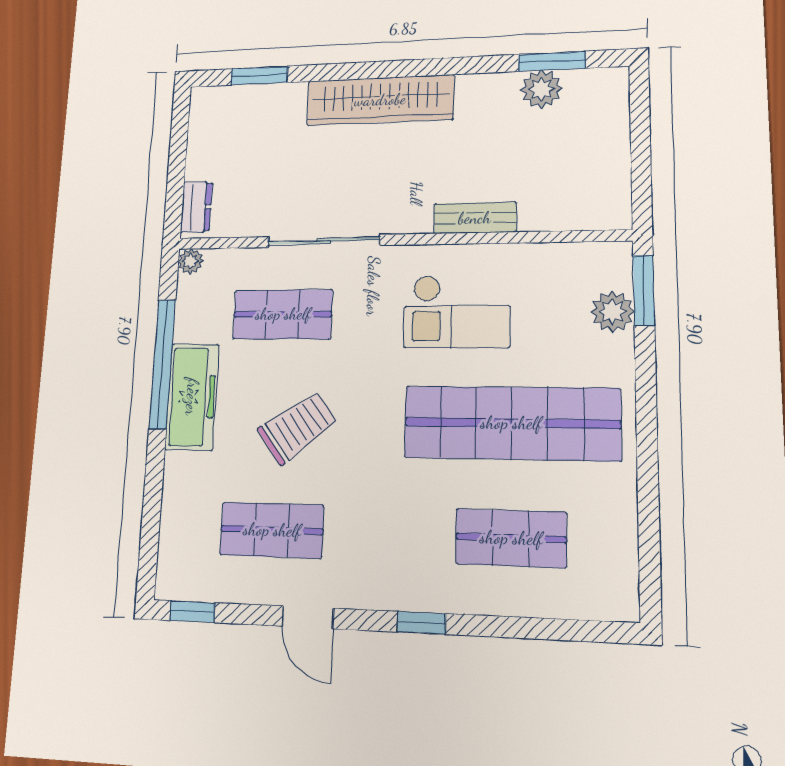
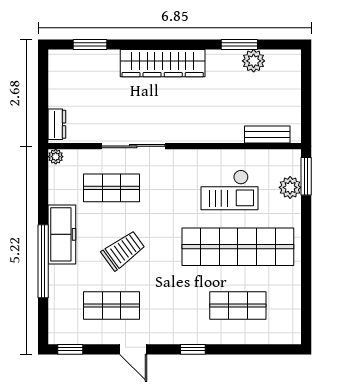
window: (552, 61) -> (239, 44), moved
bench: (475, 218) -> (267, 134), moved
checkout: (457, 311) -> (230, 190), moved
window: (162, 364) -> (43, 261), moved

